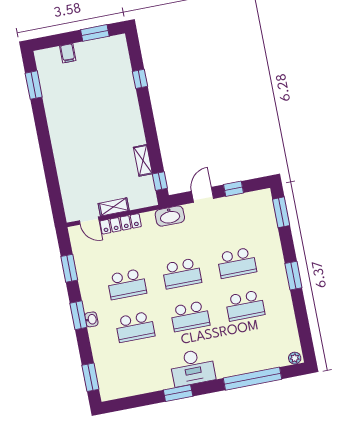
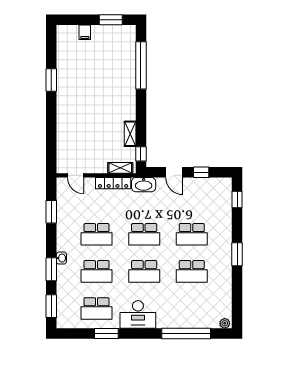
window: (140, 79) -> (141, 65), width x3.17
window: (34, 85) -> (51, 80), moved
door: (202, 195) -> (174, 172), swing flipped
shelving: (114, 207) -> (120, 168), moved
window: (281, 212) -> (237, 199), width x0.67
locker: (121, 224) -> (113, 183), moved
window: (78, 315) -> (51, 269), moved
school desk: (143, 370) -> (97, 308), added
window: (178, 393) -> (106, 334), moved

